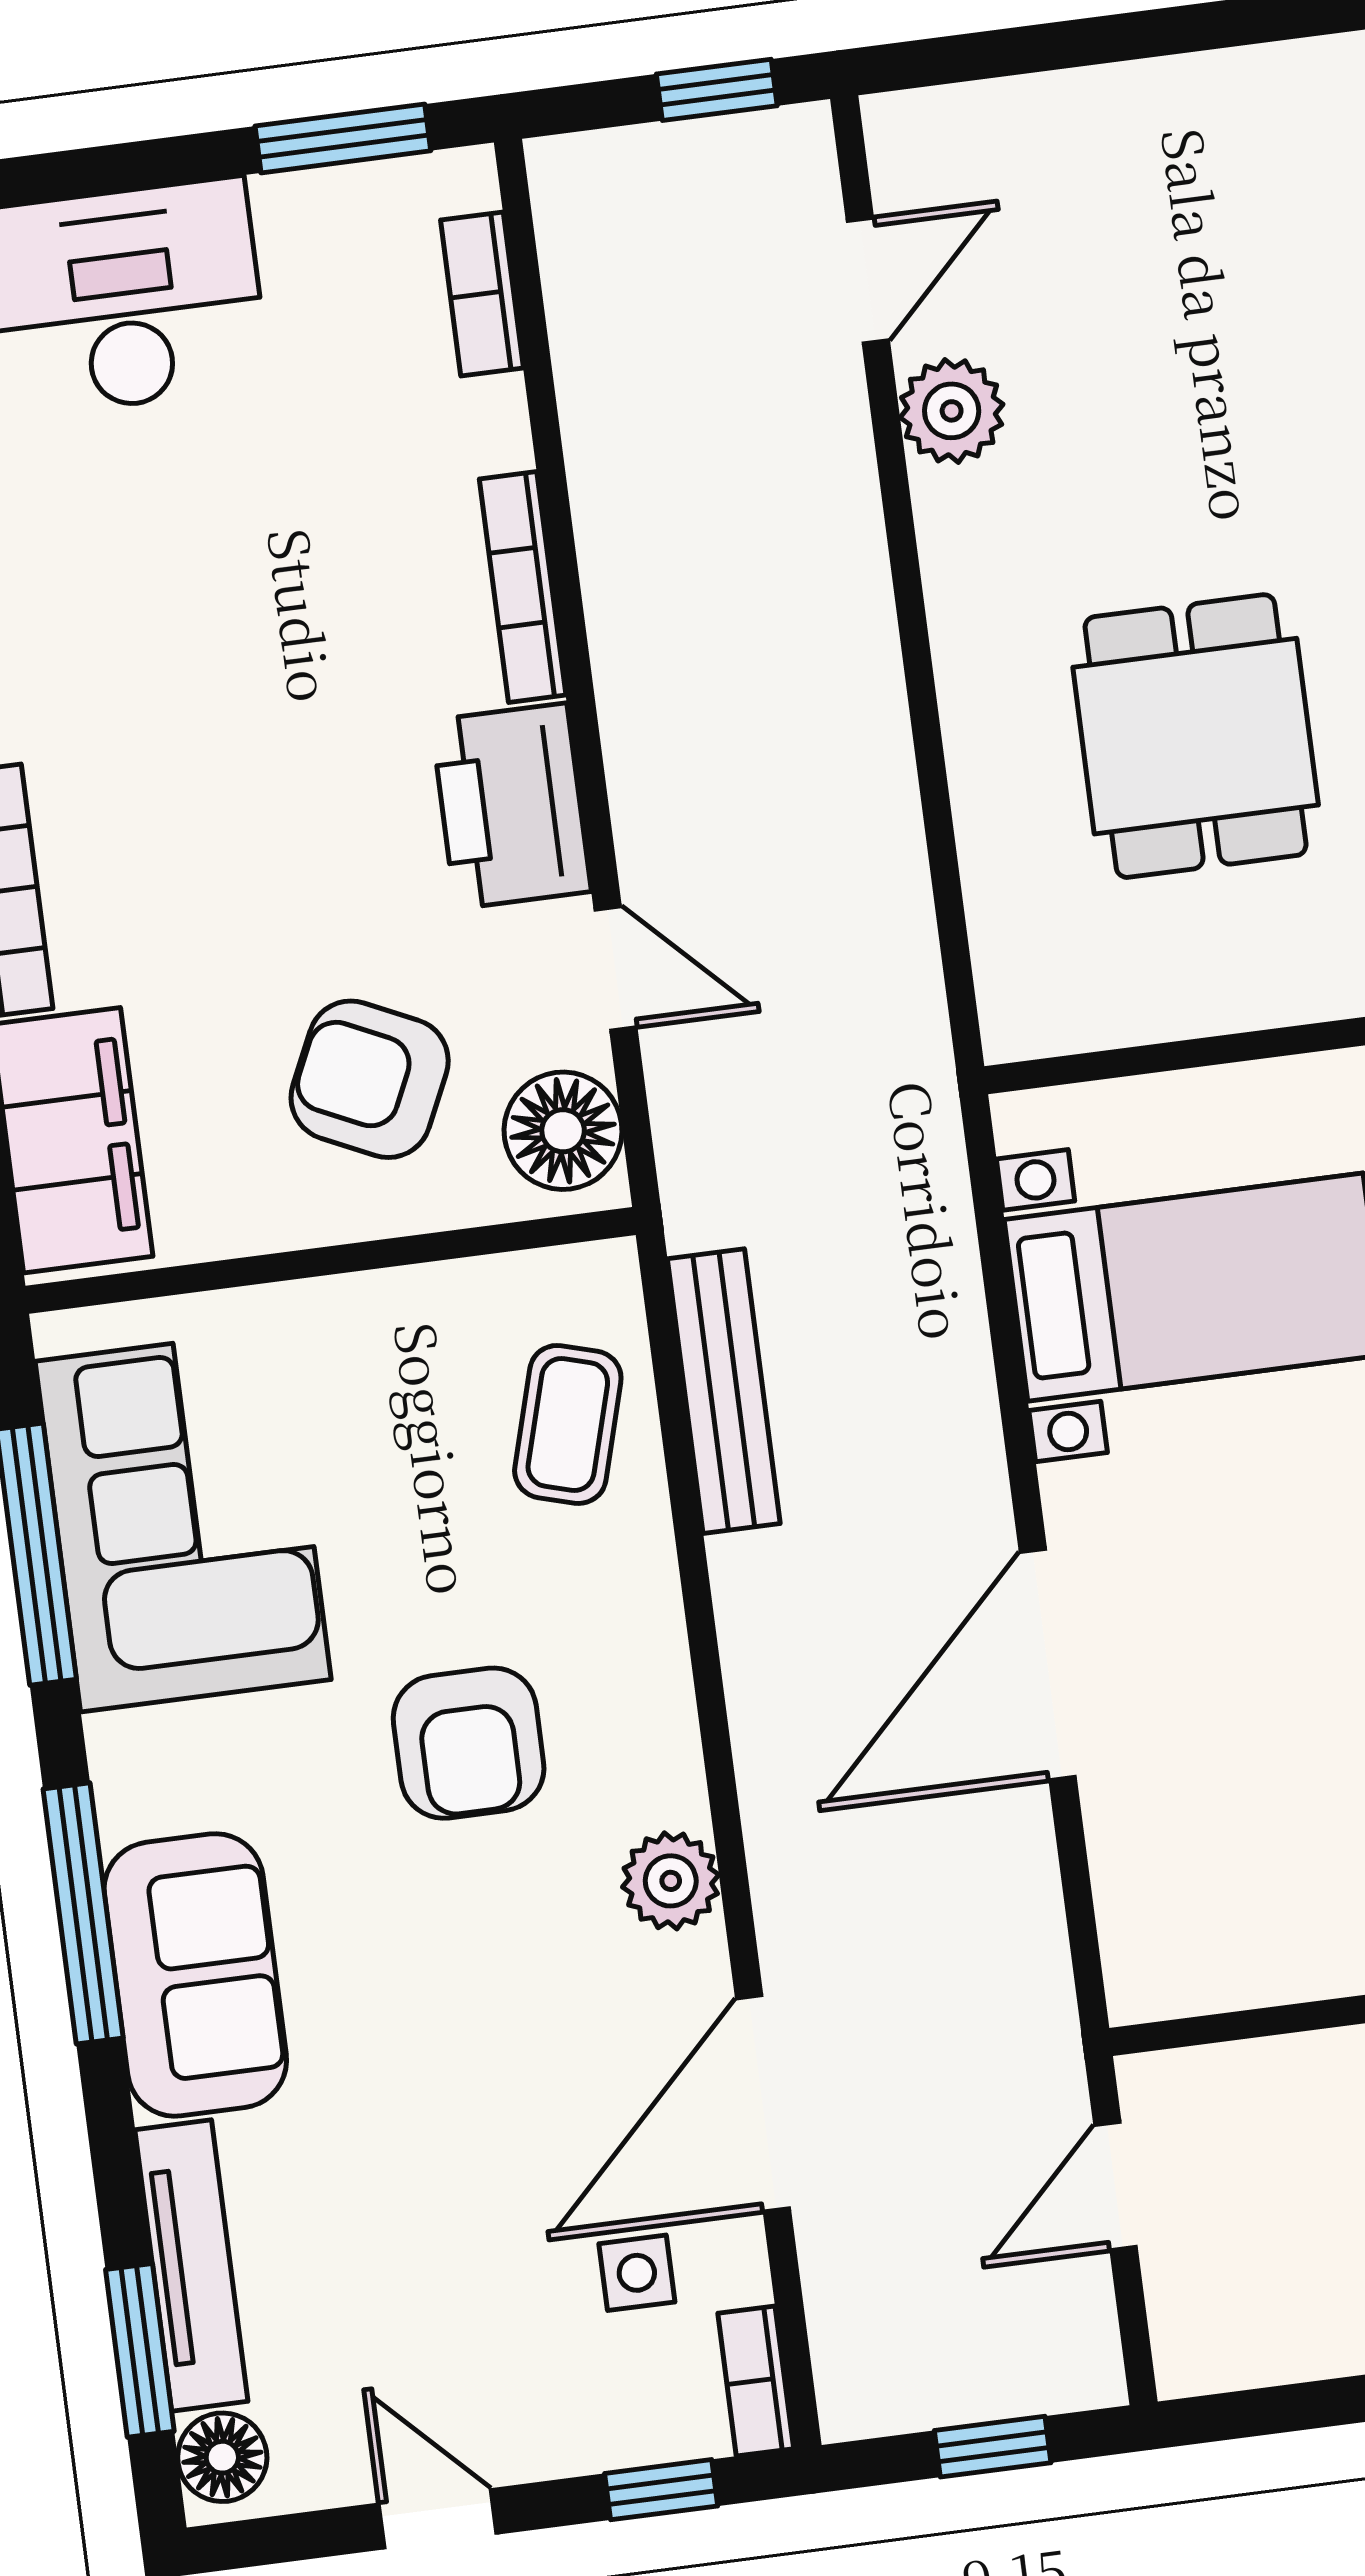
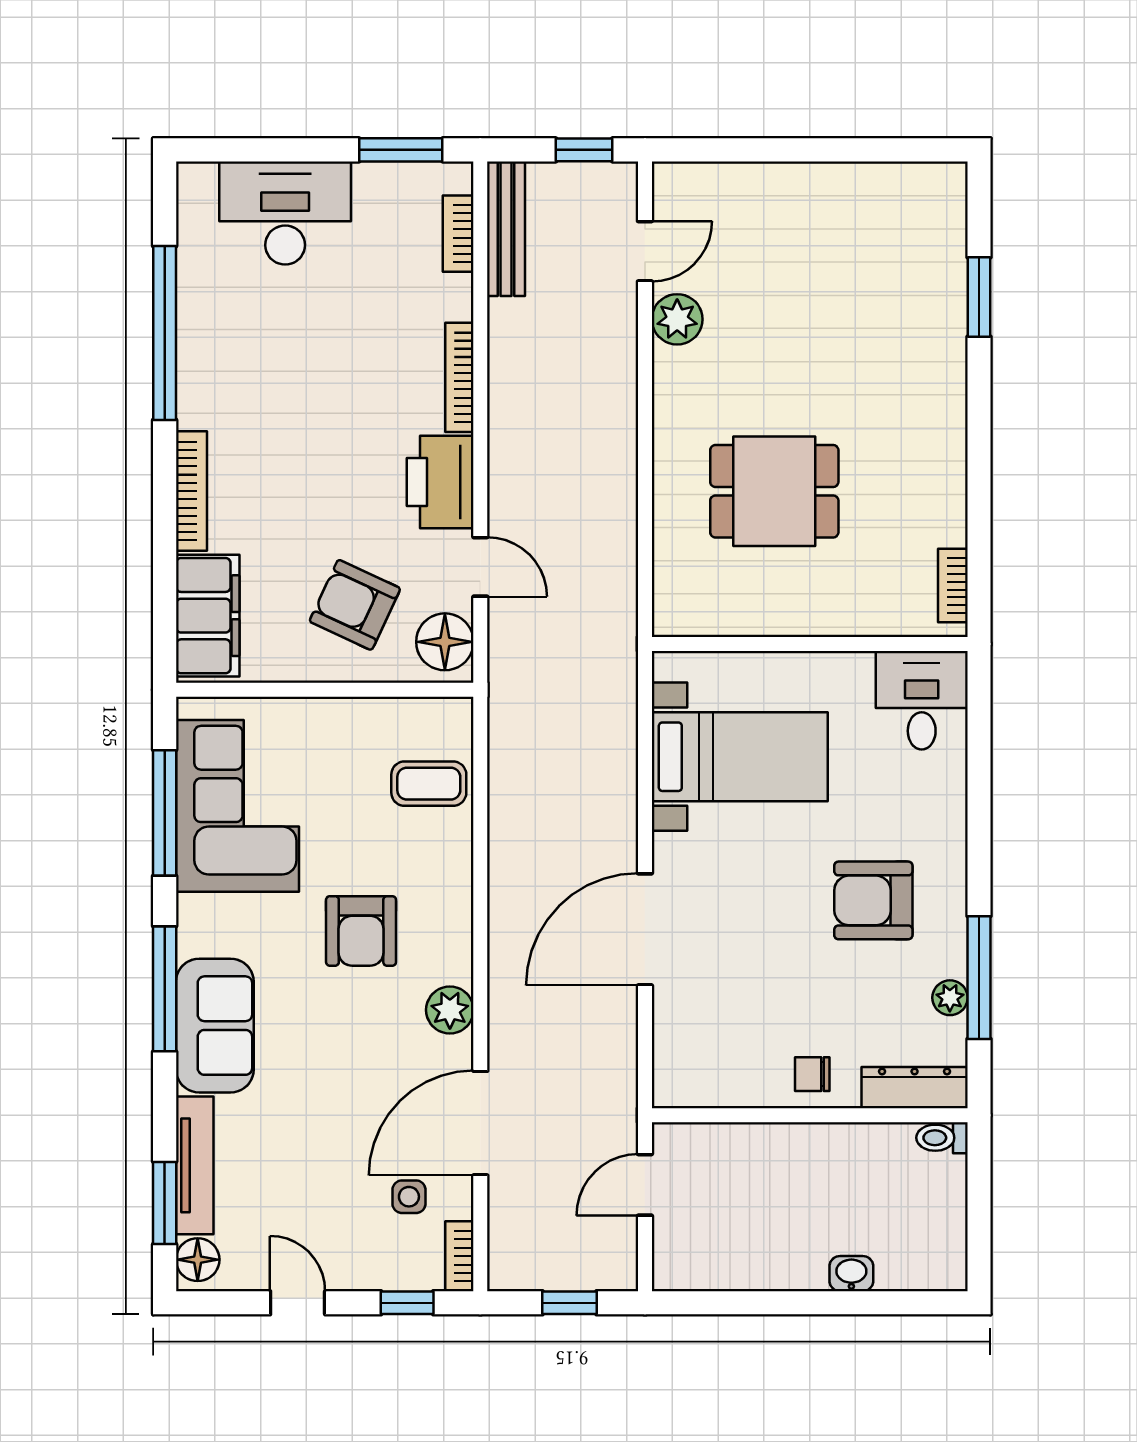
dining table: (1196, 736) -> (774, 491), turned 90
bench: (724, 1391) -> (506, 229), moved
coffee table: (568, 1424) -> (429, 784), turned 74

